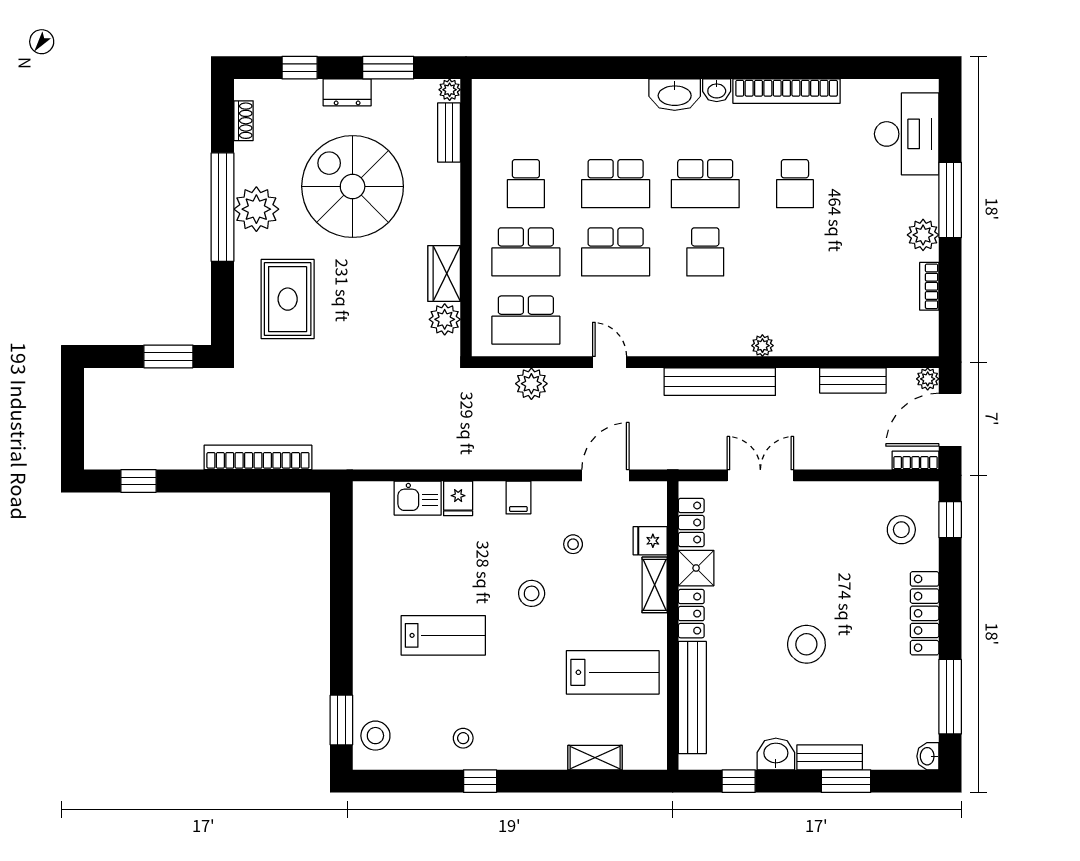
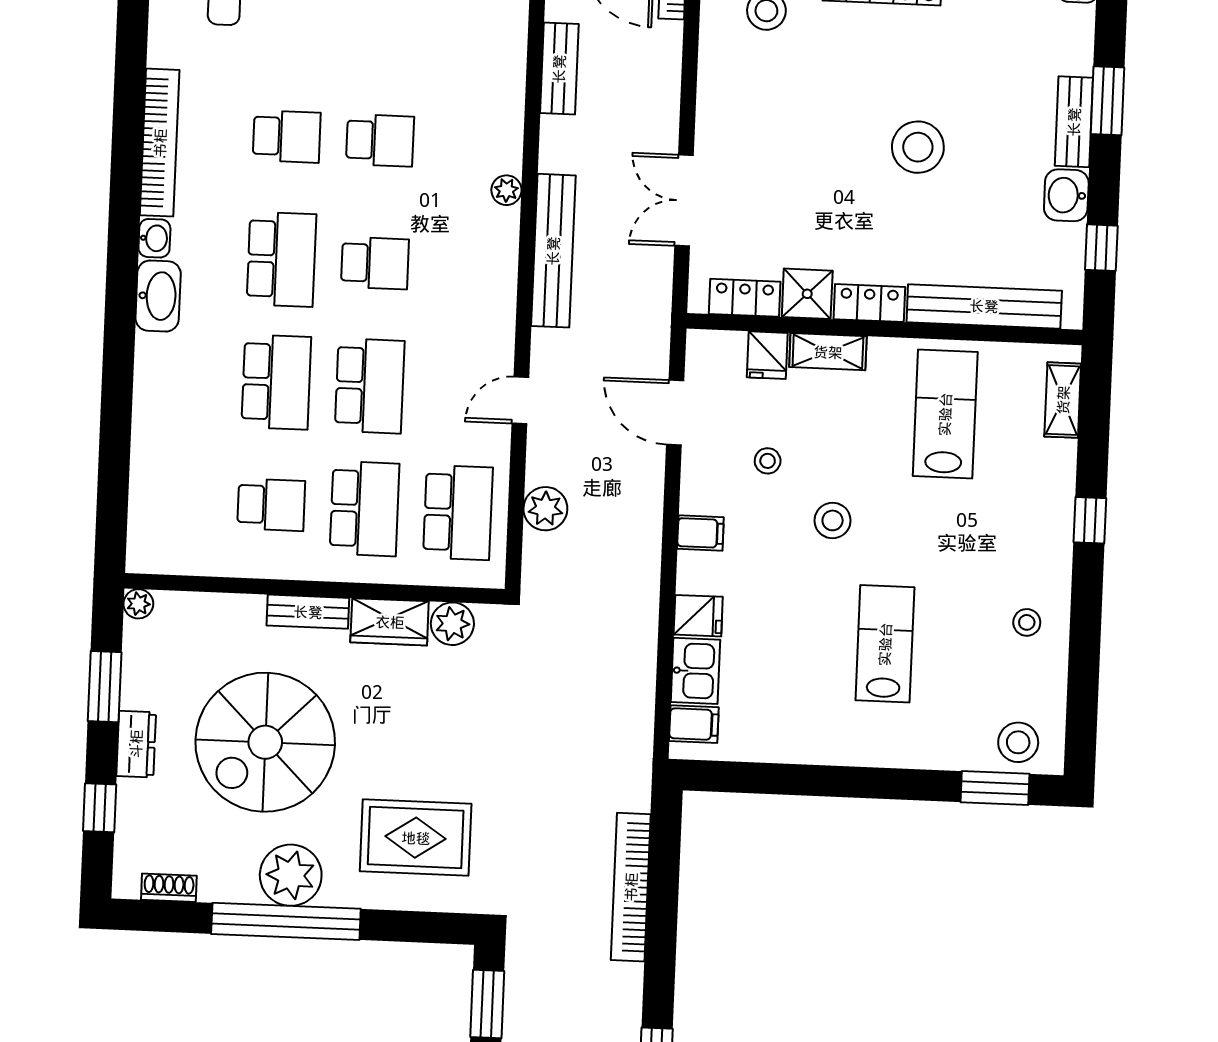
bench: (449, 133) -> (308, 612), moved
school desk: (795, 252) -> (380, 140), added
filing cabinet: (379, 499) -> (694, 724), added
shelving: (595, 758) -> (1063, 400), moved
window: (480, 781) -> (1090, 520), moved

